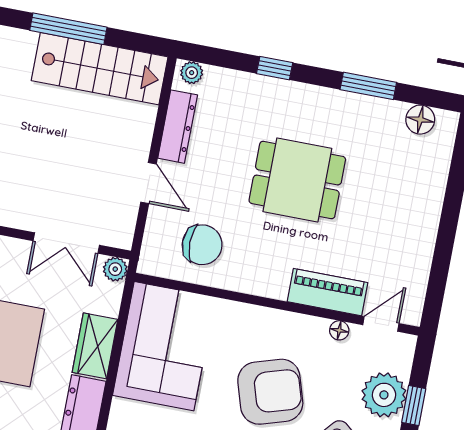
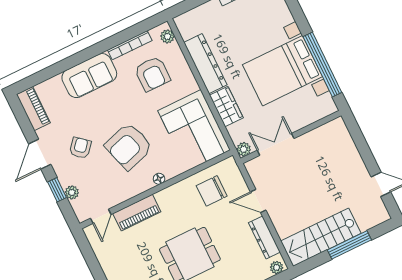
floor lamp: (339, 330) -> (159, 179), moved
plant: (384, 395) -> (72, 192), width x0.53, depth x0.53

